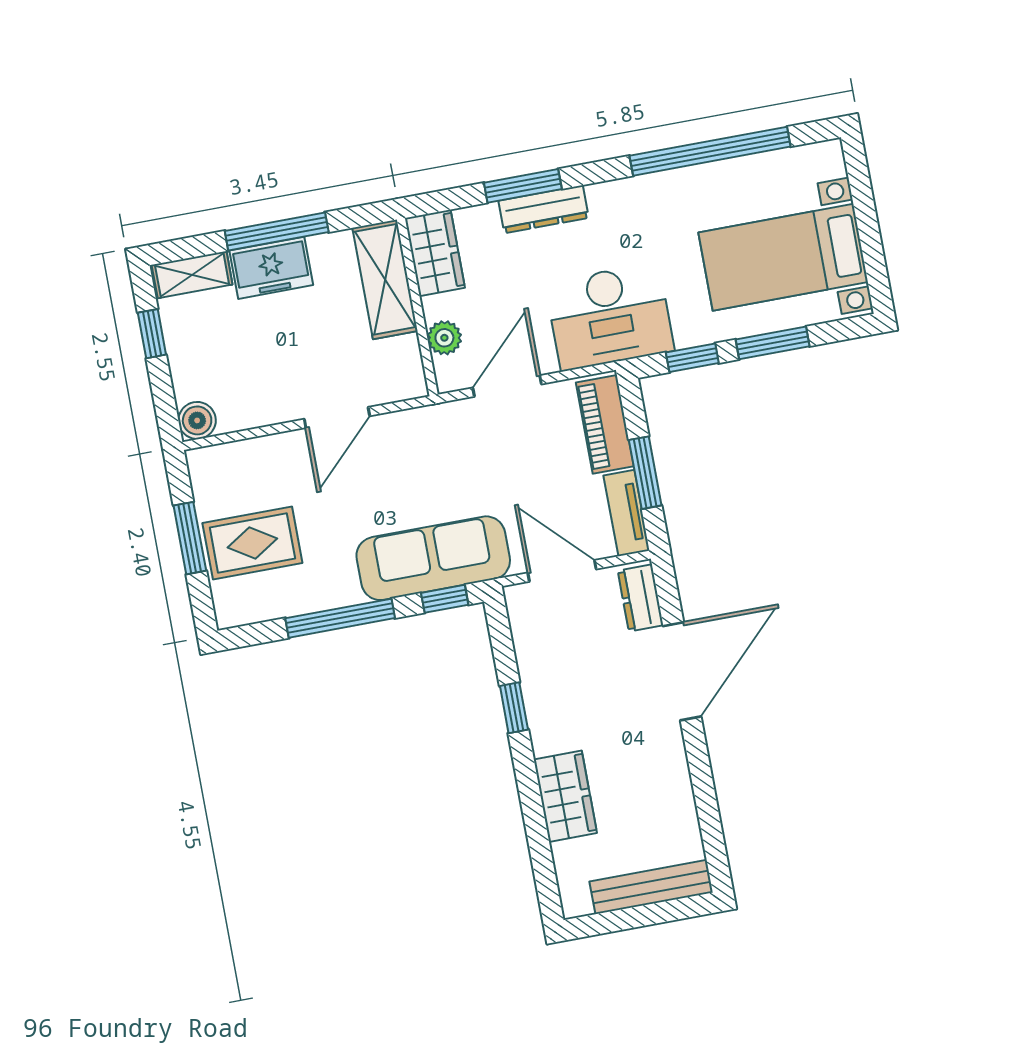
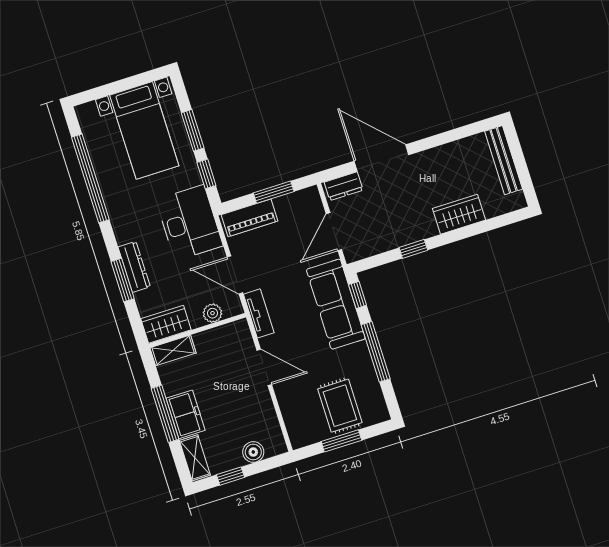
shelving: (385, 279) -> (173, 350), width x0.67, depth x0.75
boiler: (197, 420) -> (253, 452), moved
tv unit: (626, 513) -> (259, 313), moved, turned -90

